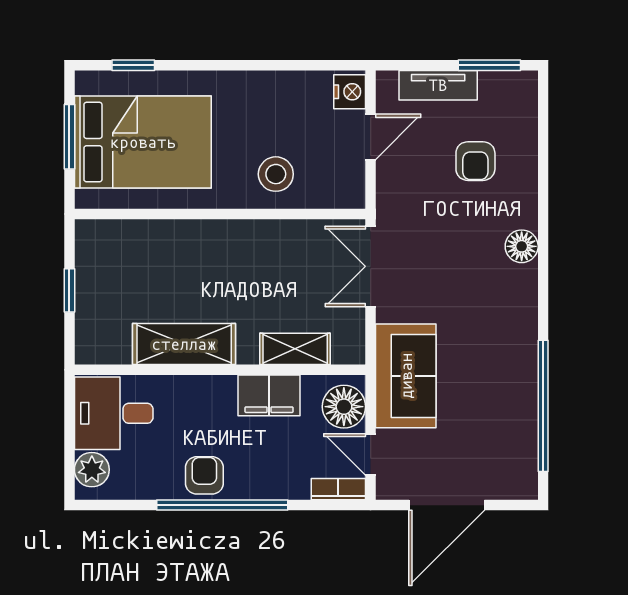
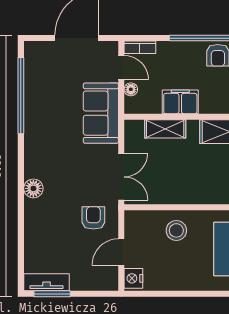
tv unit: (438, 85) -> (47, 282), moved
armchair: (475, 161) -> (93, 218), moved
floor lamp: (344, 407) -> (131, 89), width x0.53, depth x0.53

